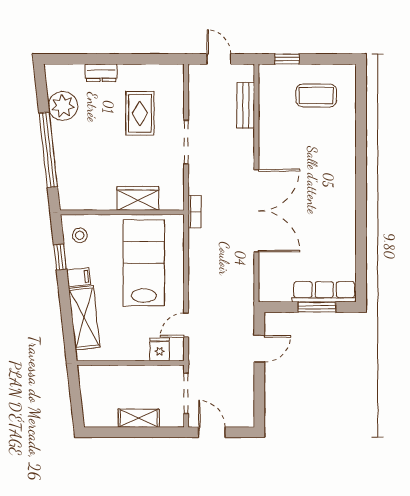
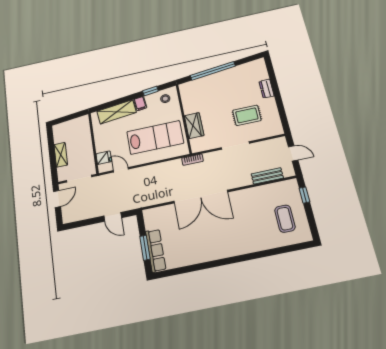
door: (219, 59) -> (293, 153), hinge flipped
plant: (63, 106) -> (241, 73), removed

